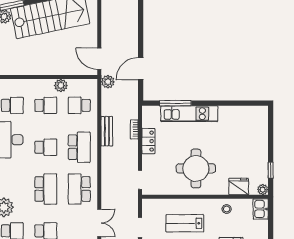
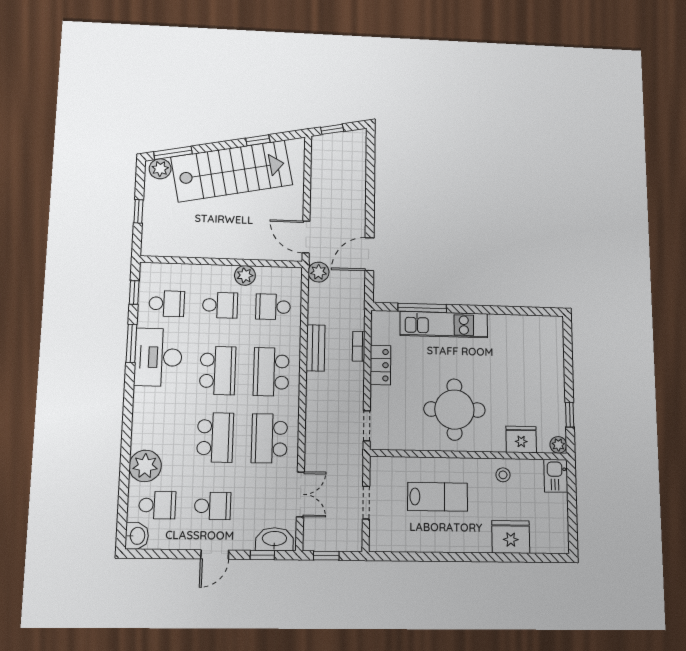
school desk: (46, 147) -> (218, 370), width x1.85
school desk: (79, 147) -> (271, 372), turned 180
lab bench: (185, 223) -> (438, 497), turned 180

